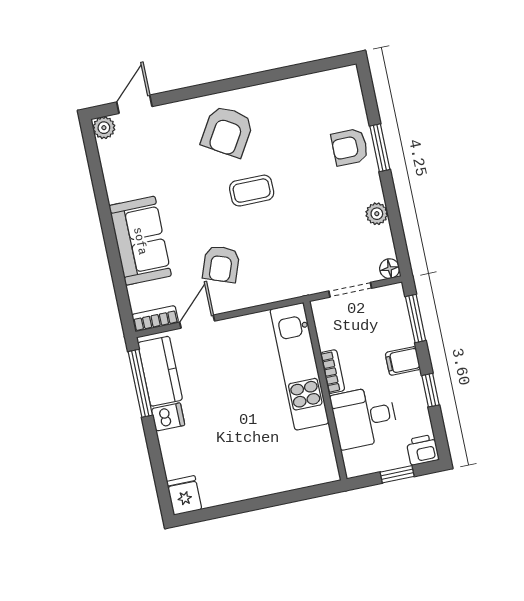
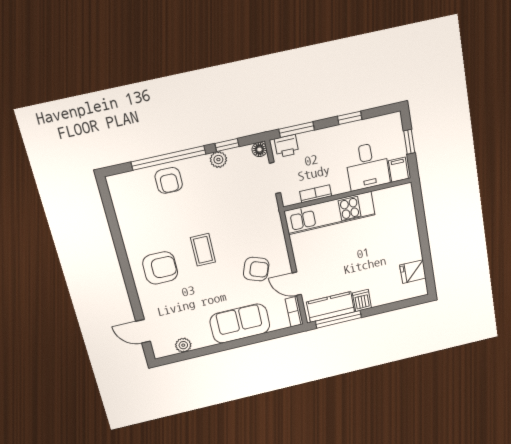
plant: (104, 128) -> (183, 345), moved
armchair: (227, 131) -> (160, 268), turned -31
window: (380, 148) -> (168, 158), width x2.11
window: (396, 225) -> (227, 145), added
filing cabinet: (403, 361) -> (398, 170), moved, turned 180
bookcase: (332, 372) -> (316, 194), moved
printer: (423, 450) -> (287, 146), moved, turned -90
fridge: (184, 495) -> (413, 272), moved

